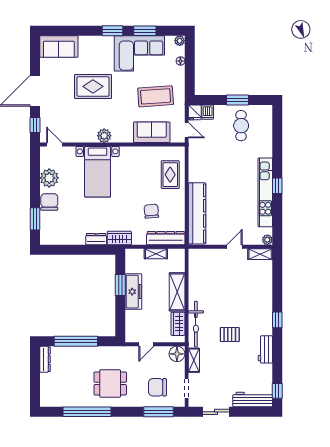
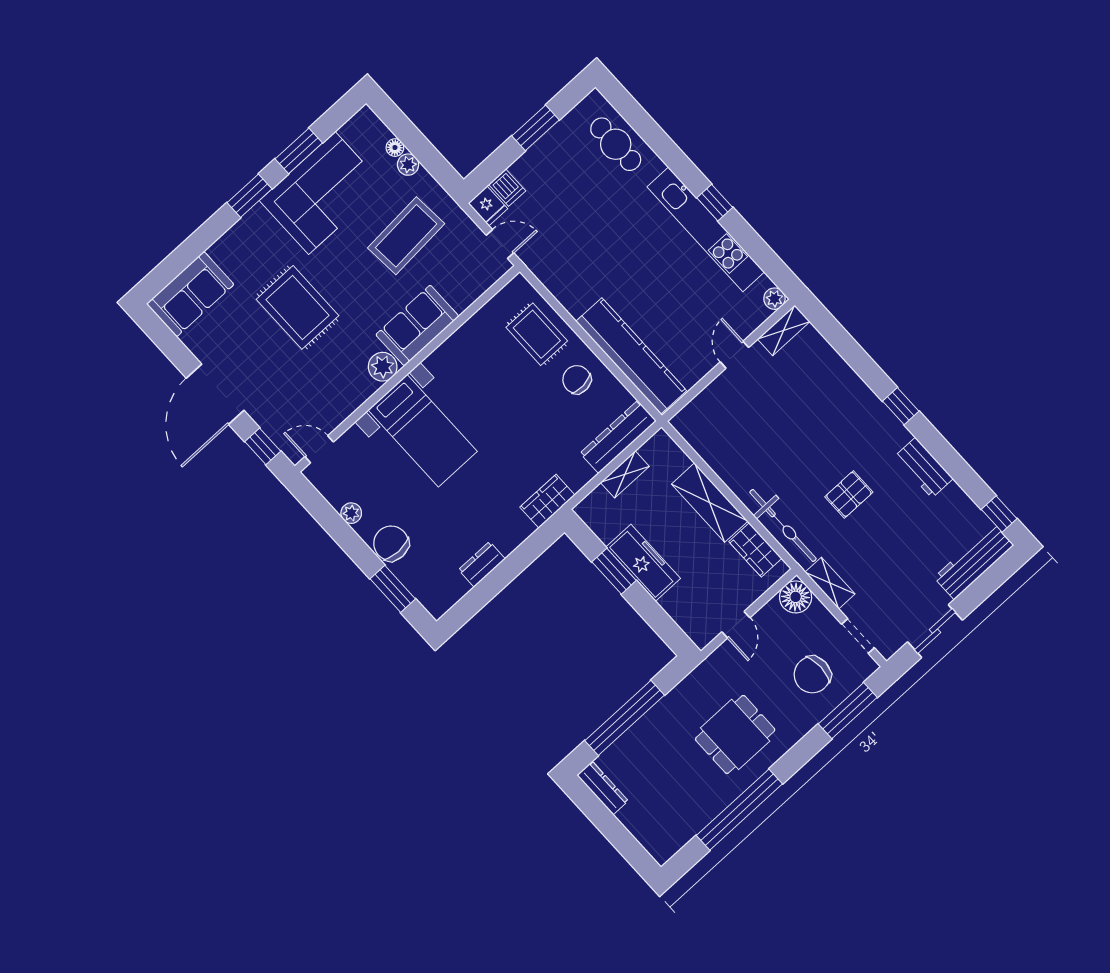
plant: (180, 41) -> (408, 165), moved
rug: (93, 86) -> (297, 307), turned 90
cafe table: (241, 126) -> (616, 144), moved
sofa: (152, 132) -> (417, 325), moved
plant: (49, 178) -> (351, 513), width x0.53, depth x0.53
chair: (151, 211) -> (577, 380), moved
dresser: (96, 239) -> (482, 564), moved

